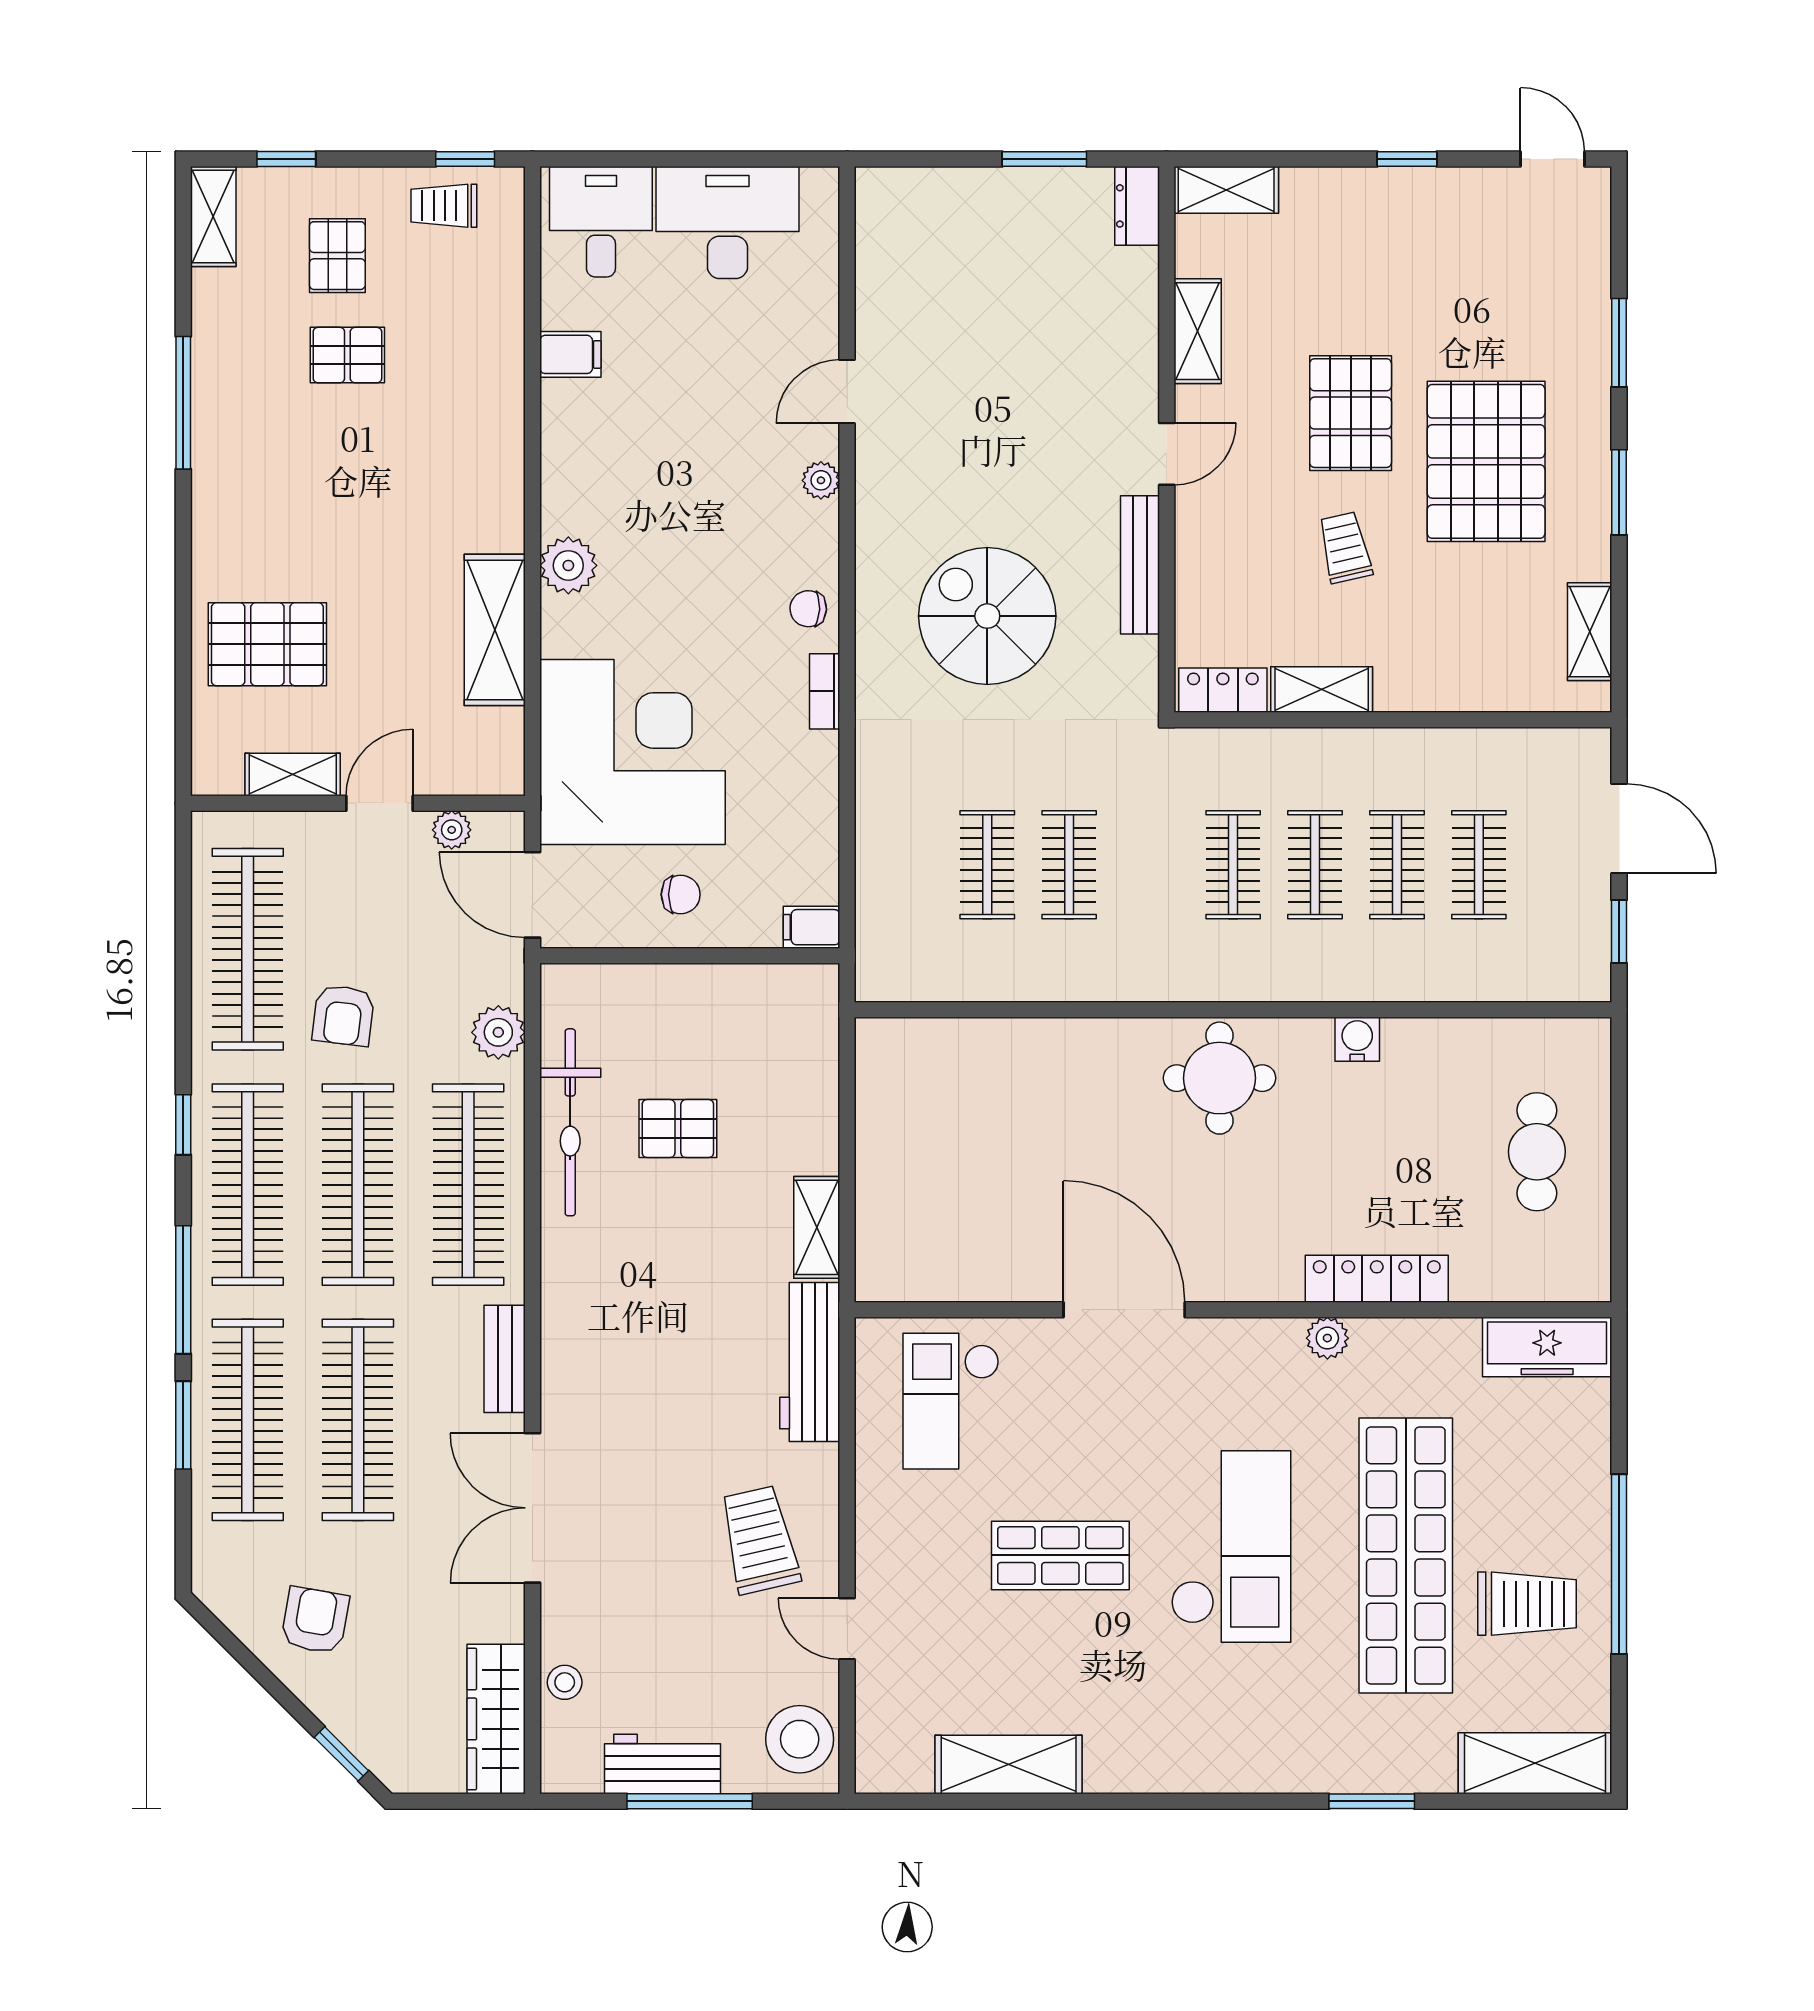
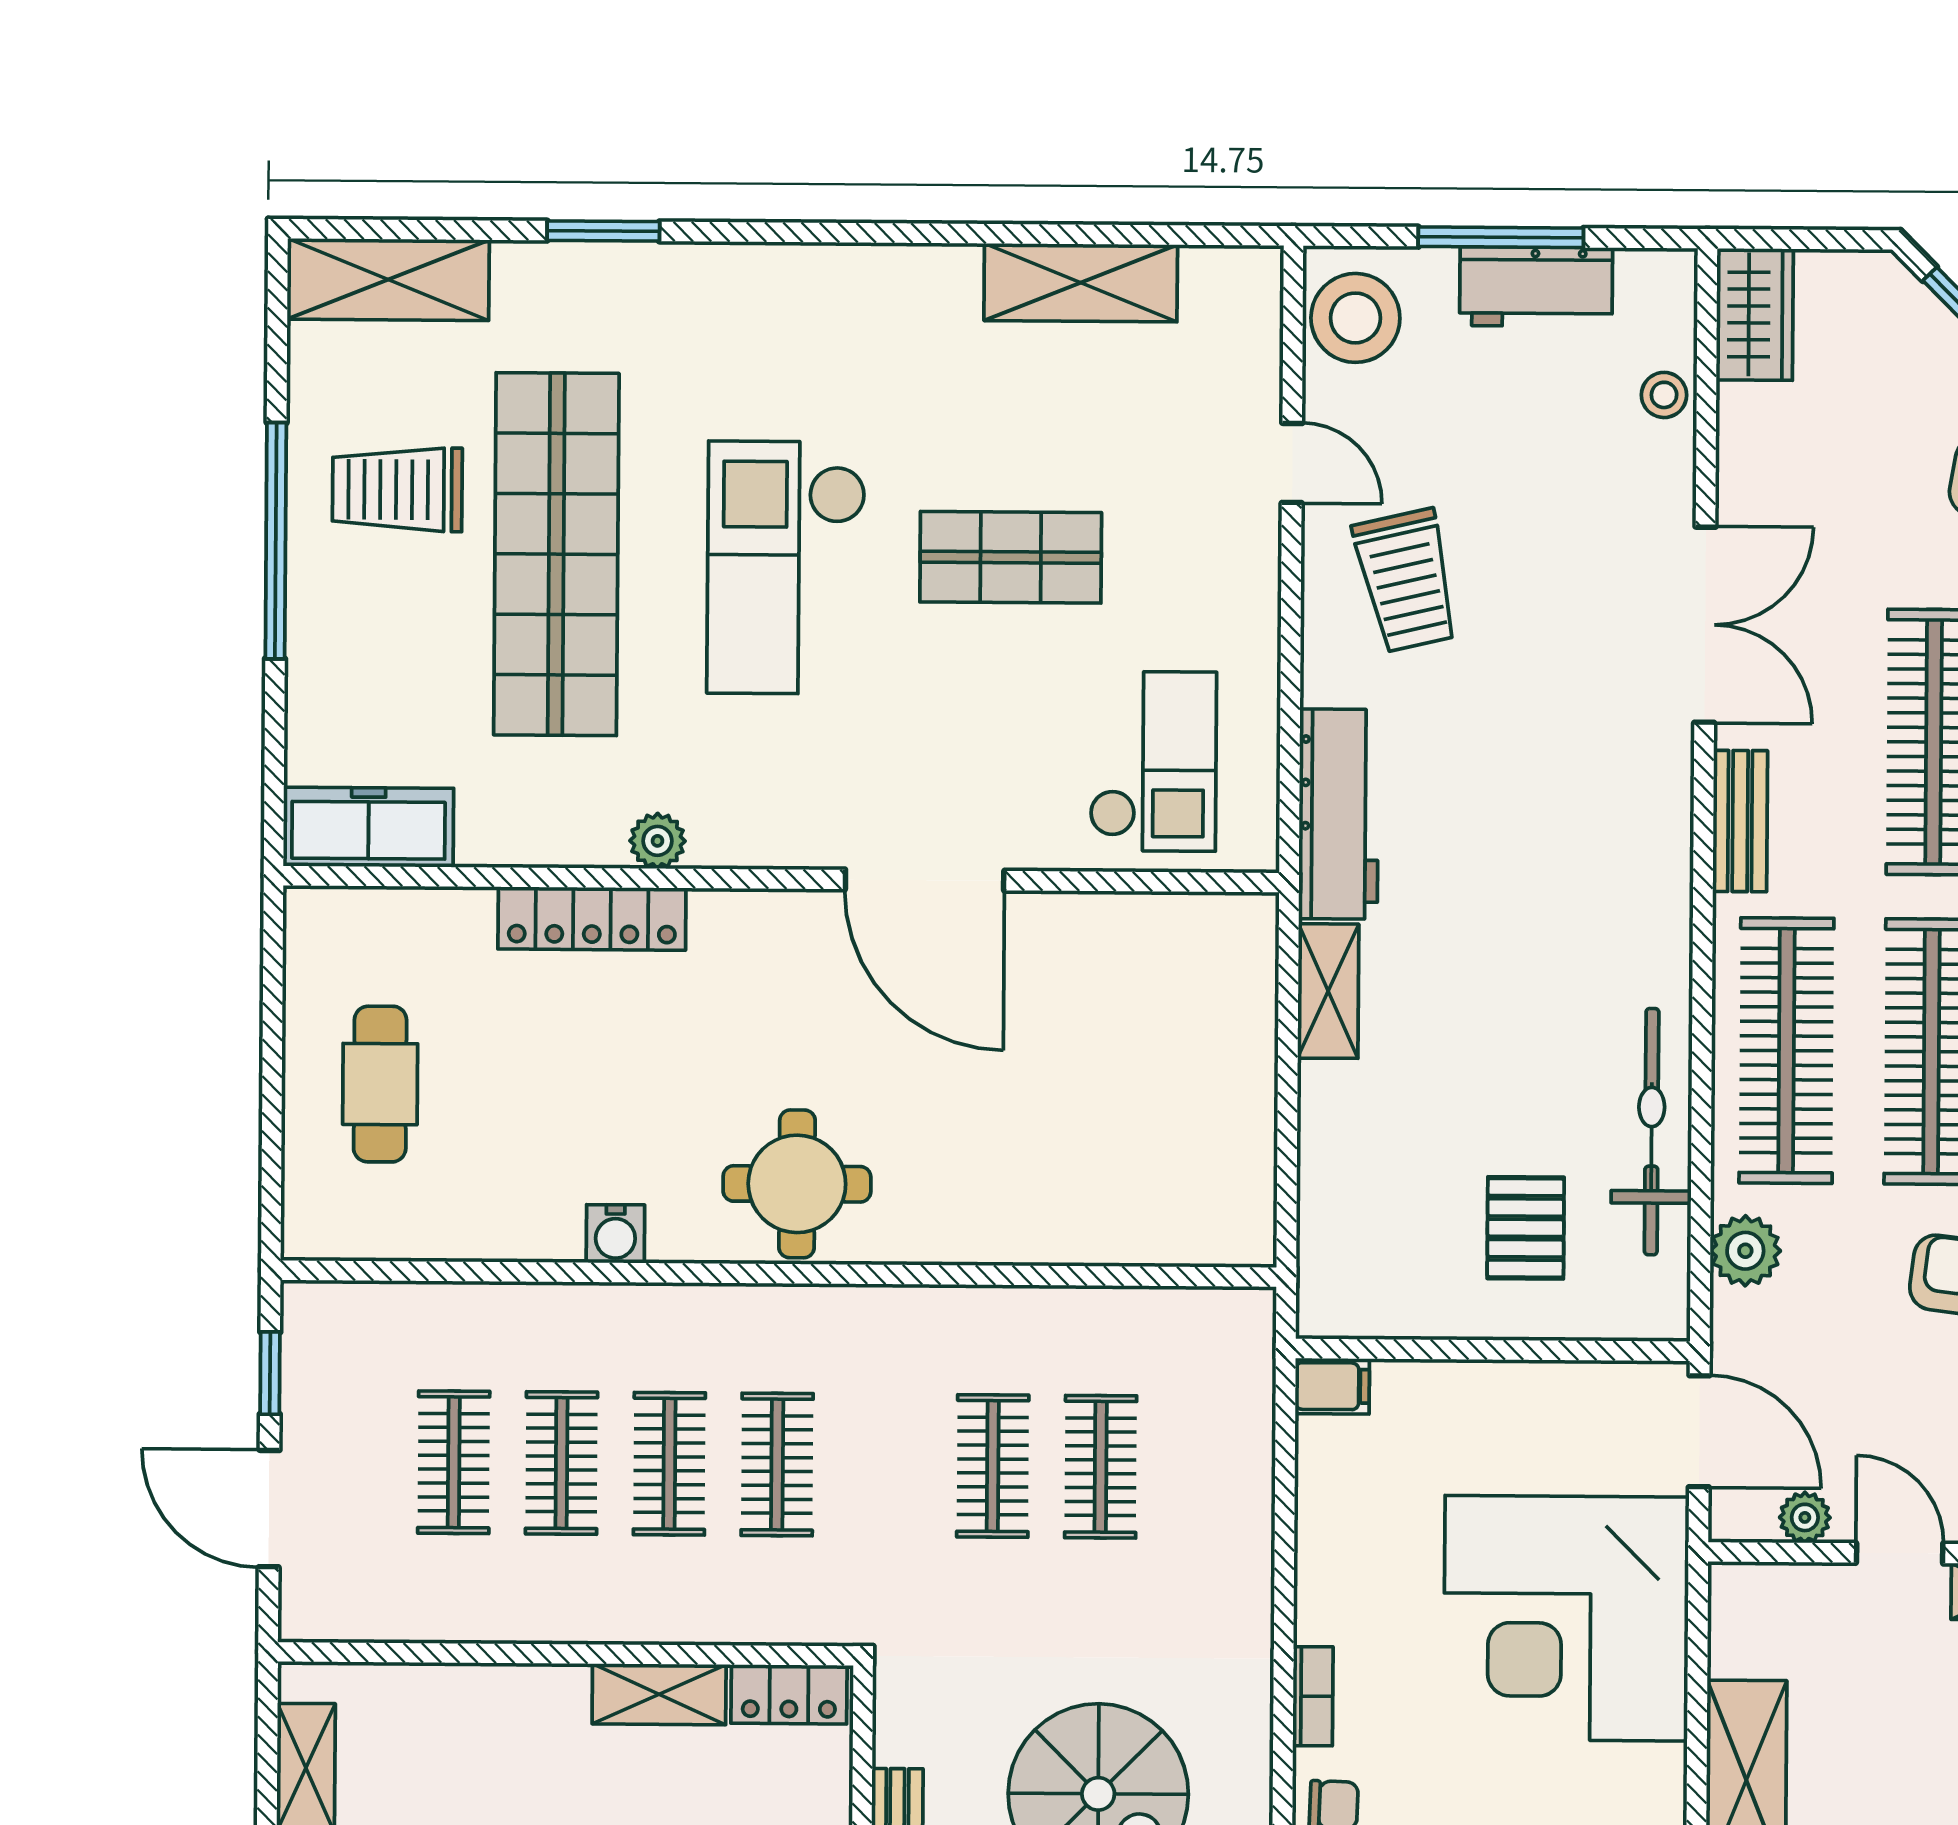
door: (379, 803) -> (1900, 1553), swing flipped
chair: (681, 894) -> (1504, 1430), removed
pallet: (678, 1129) -> (1526, 1228), moved, turned 90
wardrobe: (496, 1719) -> (1755, 314), width x0.67

